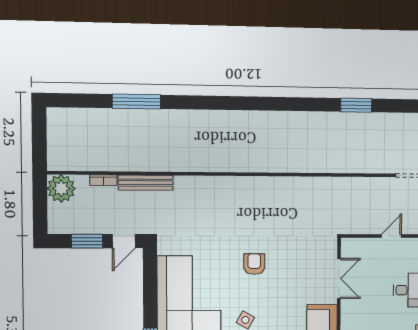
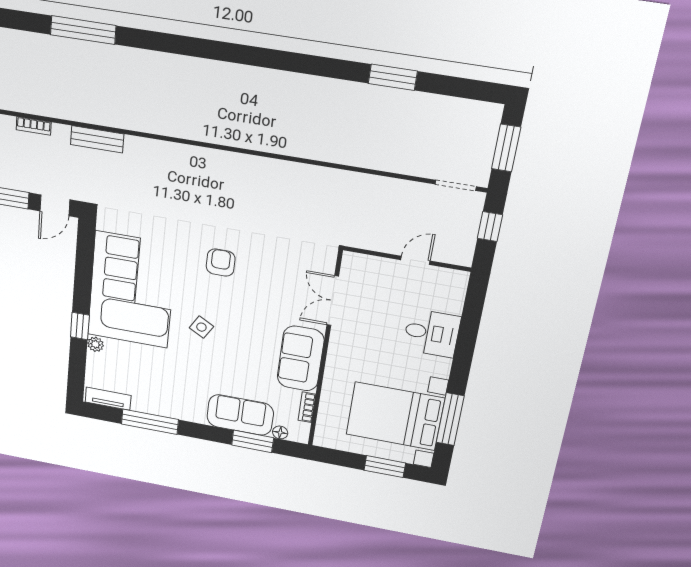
bench: (146, 183) -> (97, 139), width x0.73
double door: (339, 279) -> (333, 301), swing flipped

